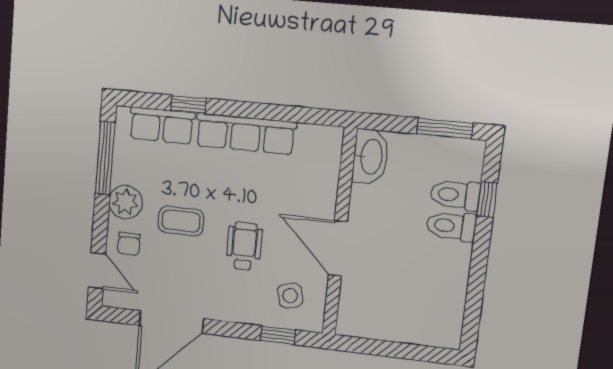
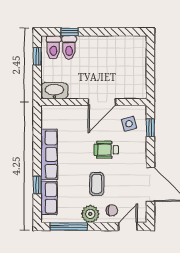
window: (445, 128) -> (37, 56), width x0.67
toilet: (451, 226) -> (53, 47), moved

